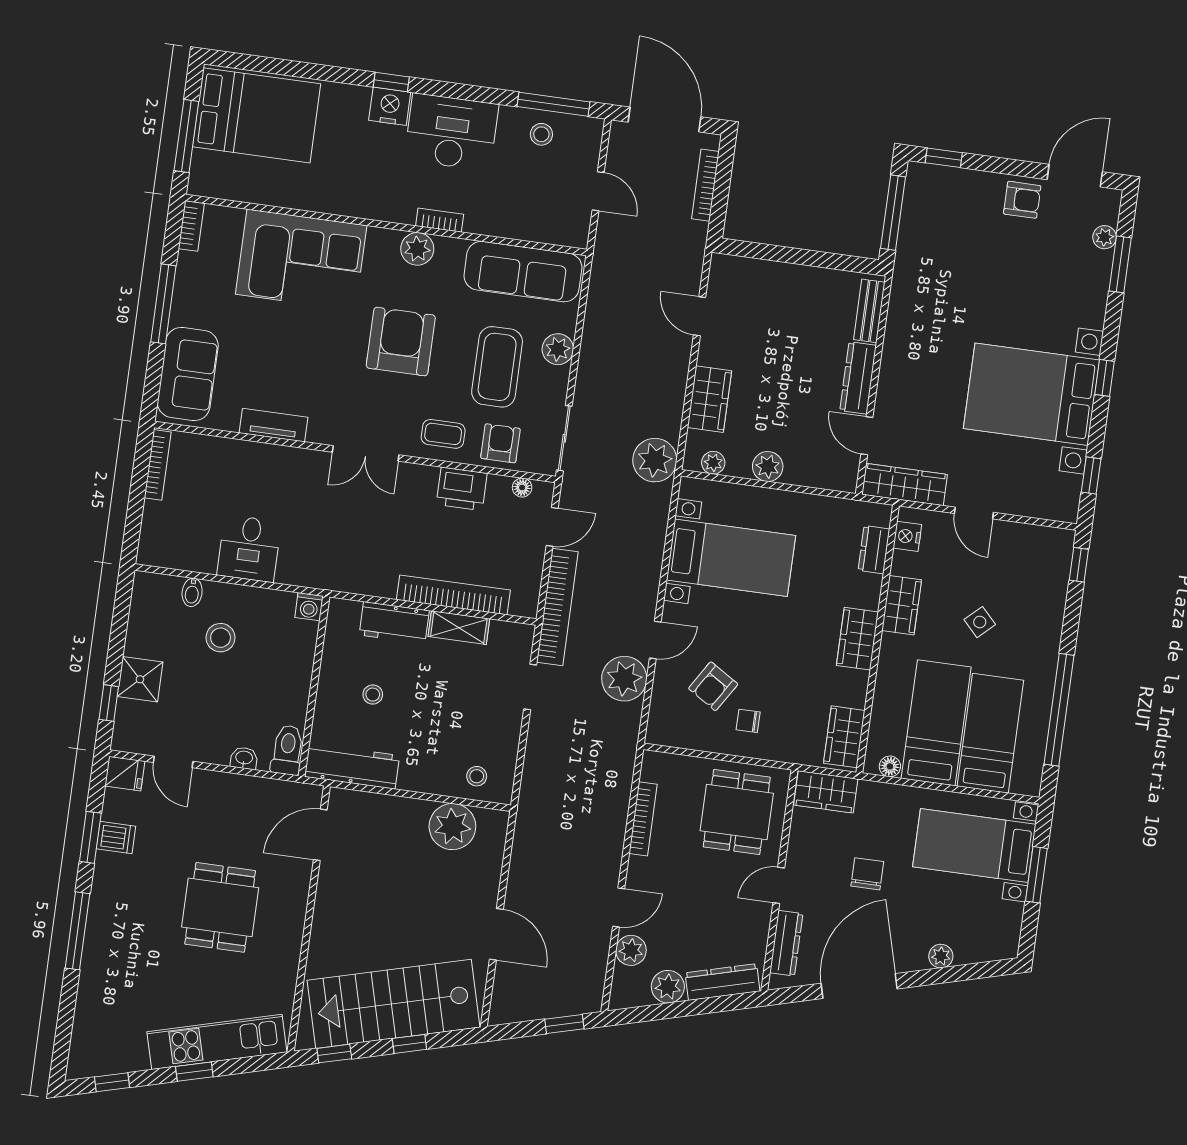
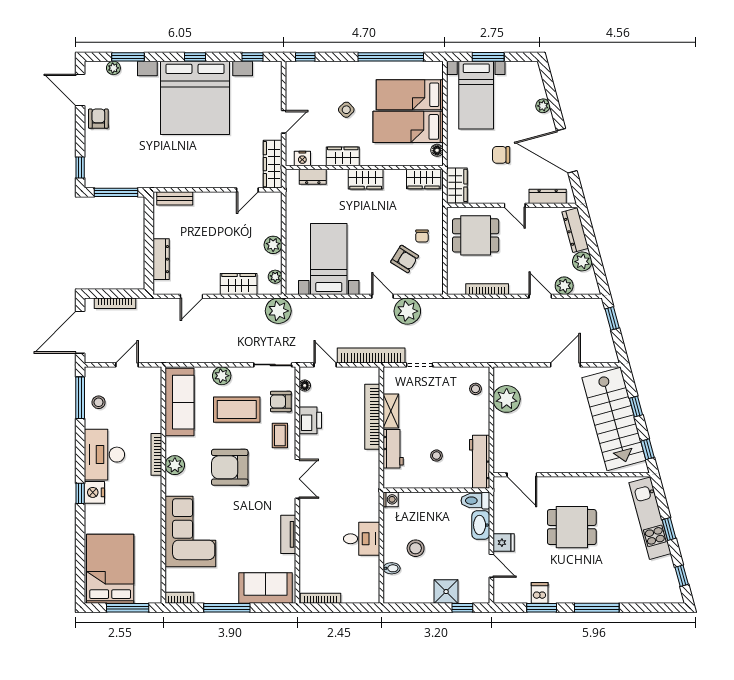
bookcase: (440, 220) -> (156, 454), width x1.56
dresser: (858, 378) -> (161, 259), moved, turned -90
bed with nightstands: (1031, 394) -> (195, 98), width x1.36
washbasin: (244, 758) -> (481, 525), width x1.91, depth x1.45
door: (173, 762) -> (491, 566), hinge flipped
fridge: (125, 774) -> (504, 543), moved, turned 90

